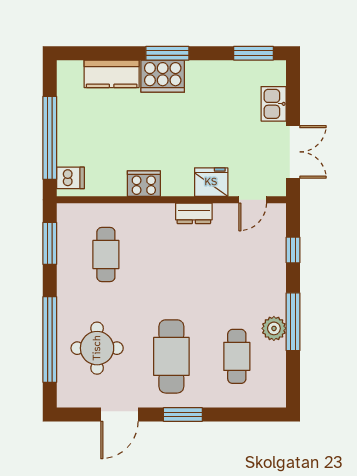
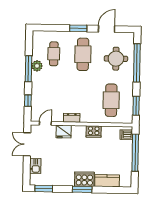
cafe table: (106, 255) -> (111, 100), width x1.37, depth x1.35

